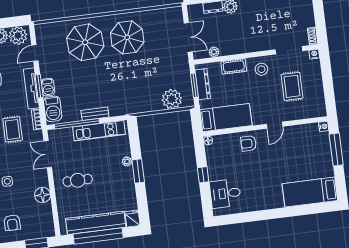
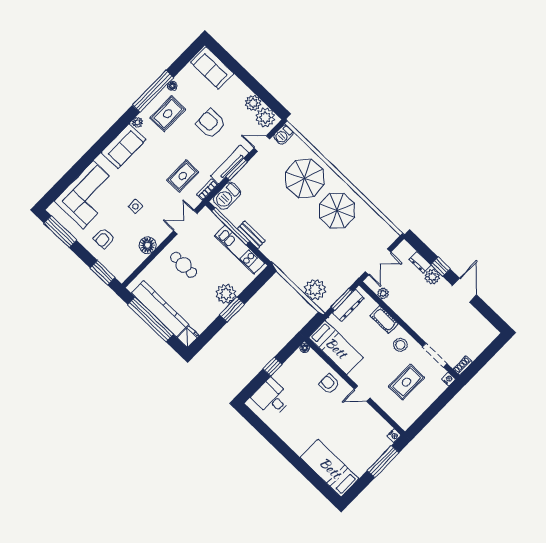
barbecue: (48, 87) -> (284, 135), moved
plant: (127, 161) -> (226, 294), width x1.88, depth x1.88

